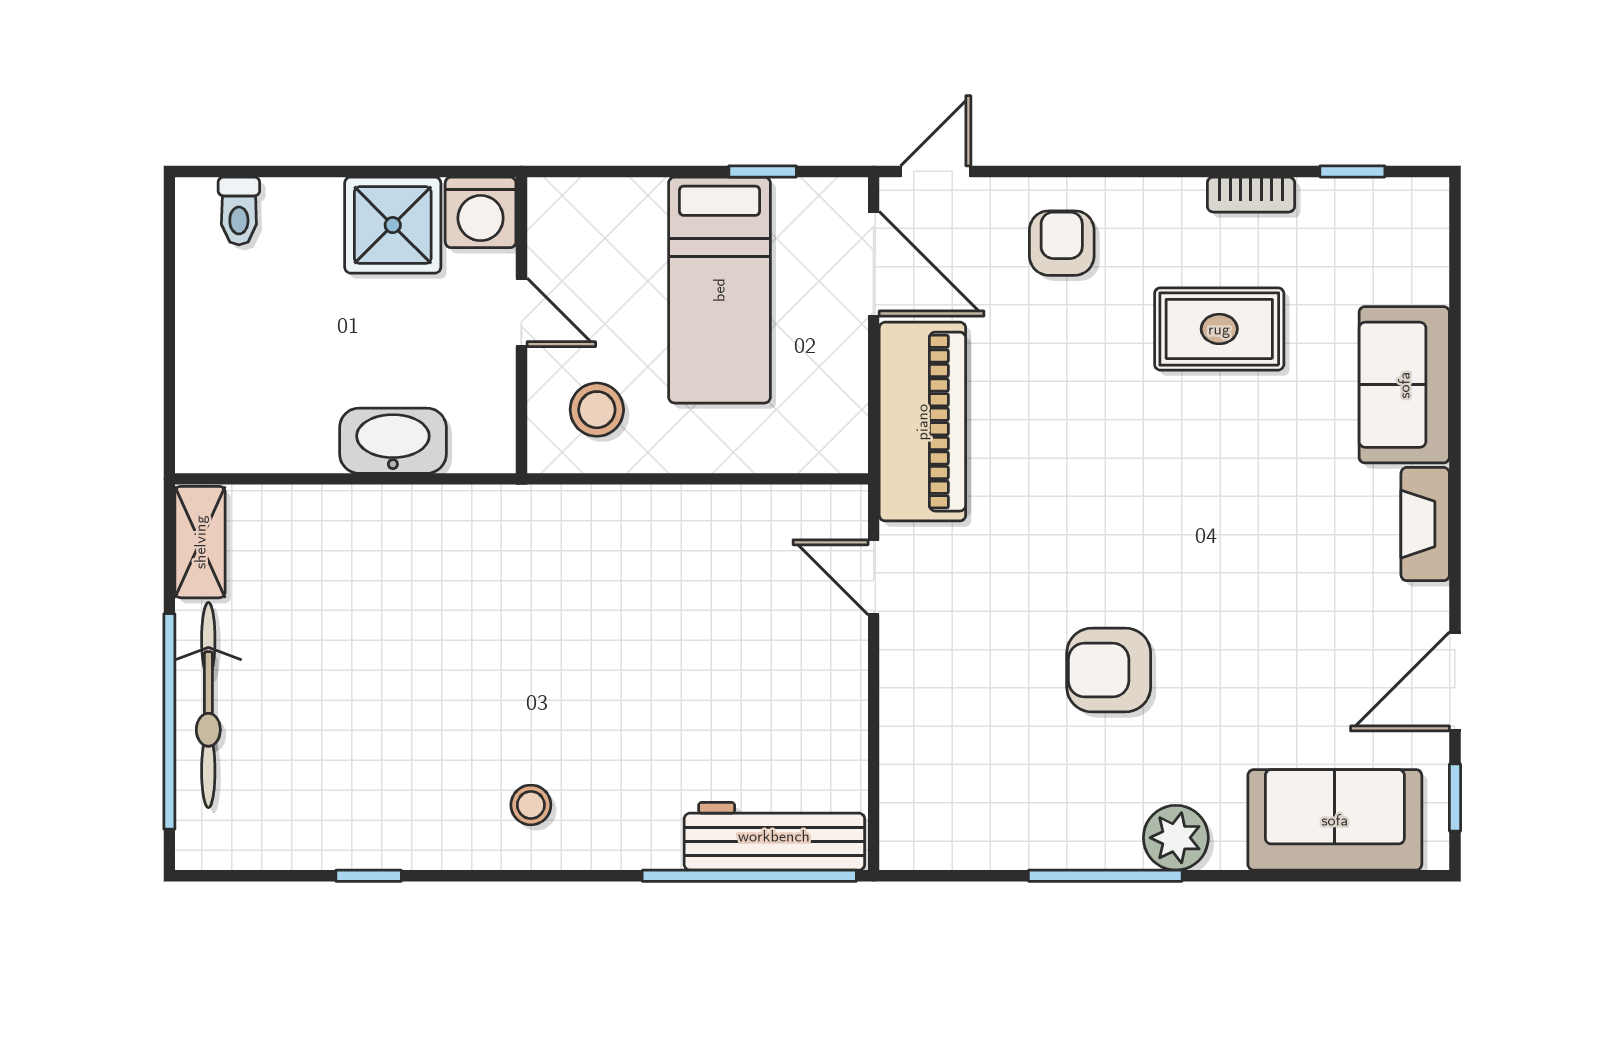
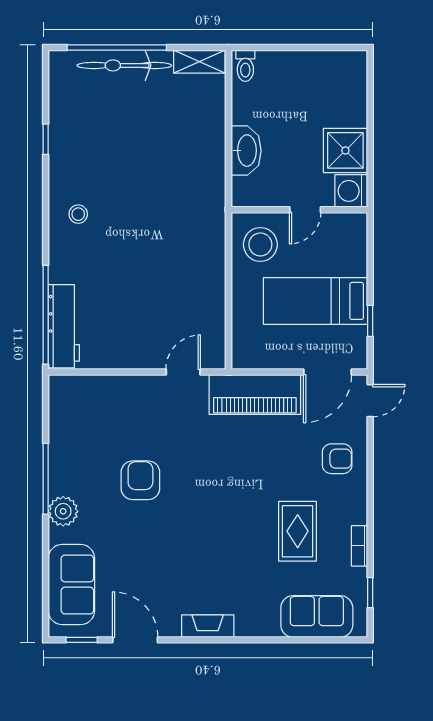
door: (936, 171) -> (370, 401), hinge flipped
toilet: (239, 211) -> (245, 66), moved, turned -90
sofa: (1404, 385) -> (317, 616), moved
stool: (597, 410) -> (260, 244), width x1.38, depth x1.38

